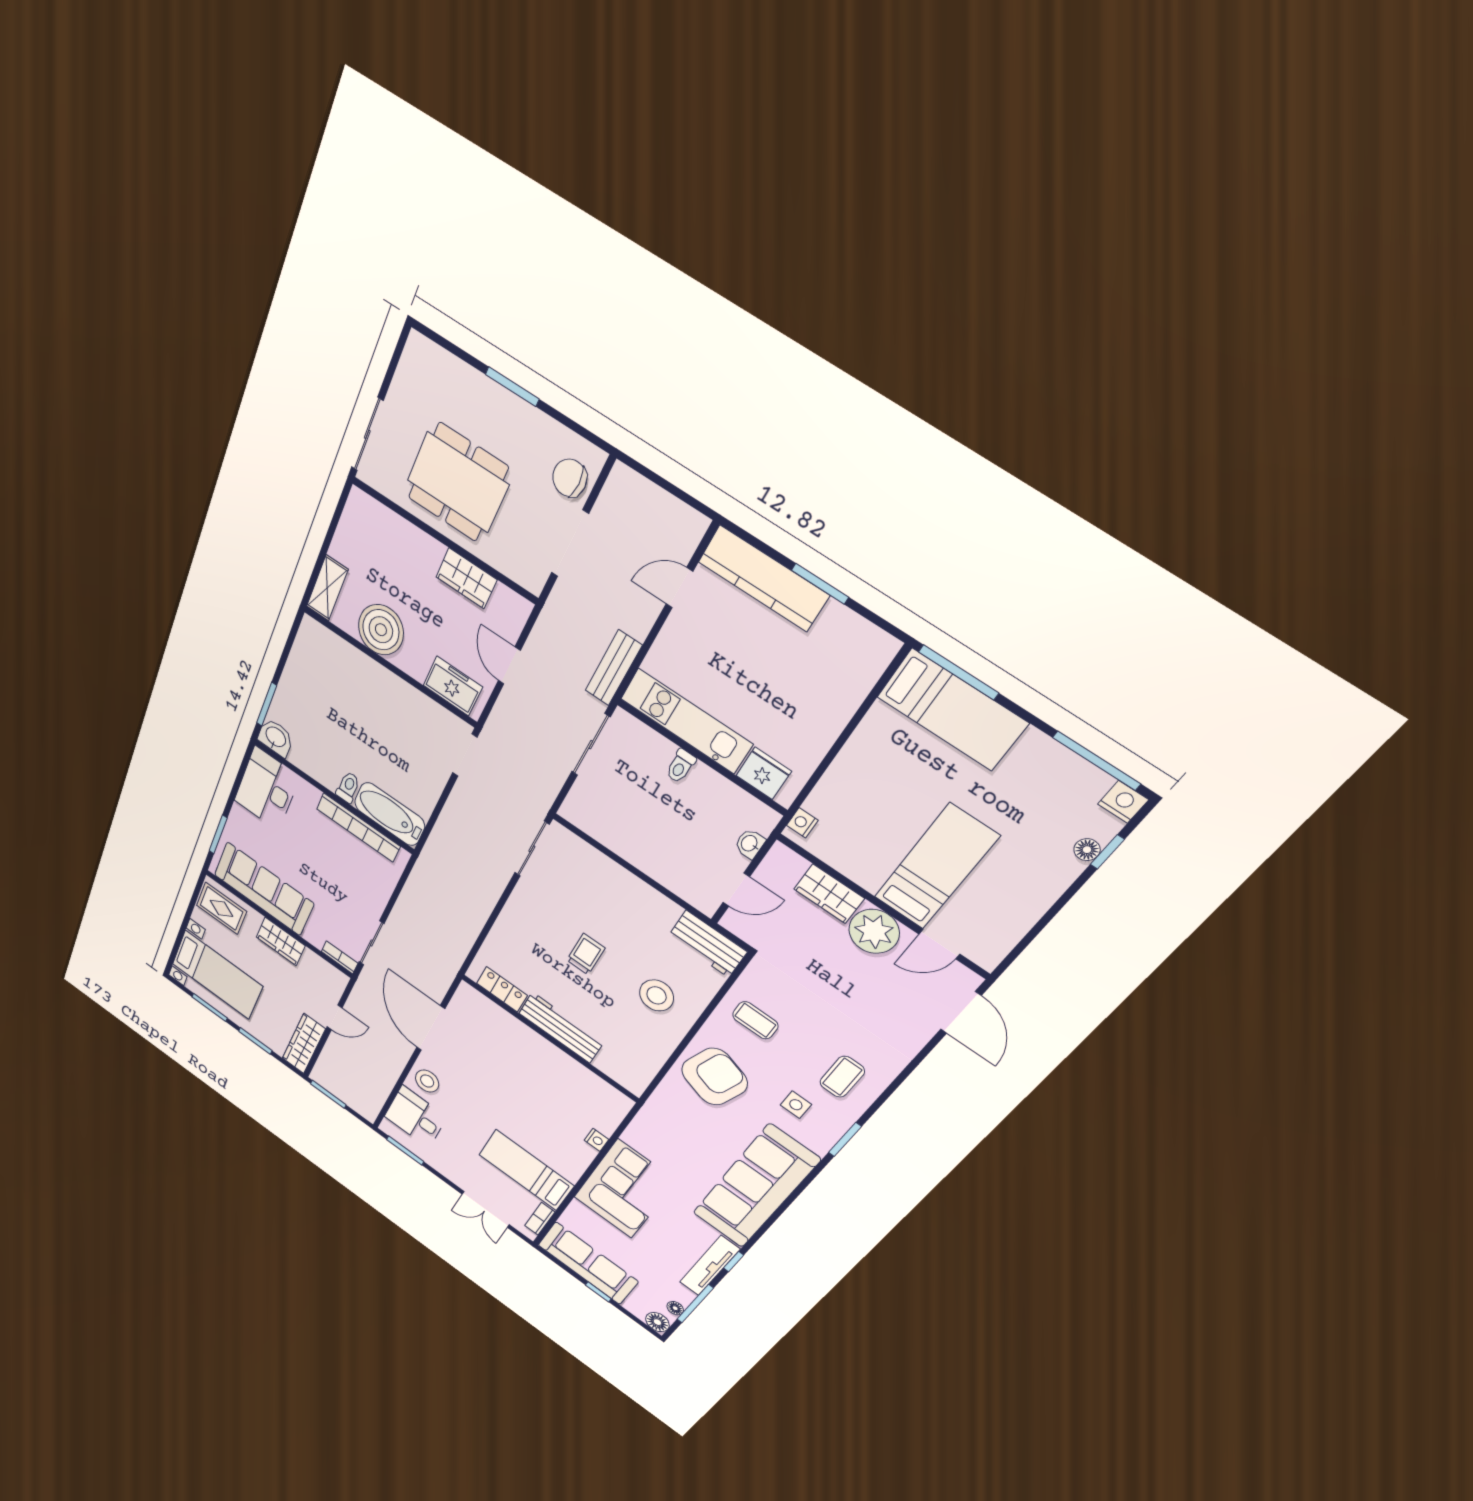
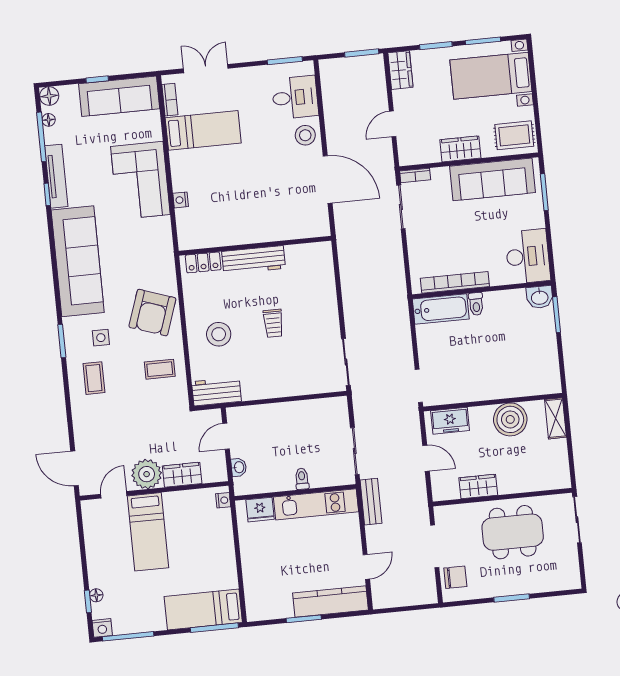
locker: (502, 989) -> (203, 262), moved
wardrobe: (304, 1044) -> (400, 70), width x0.67

